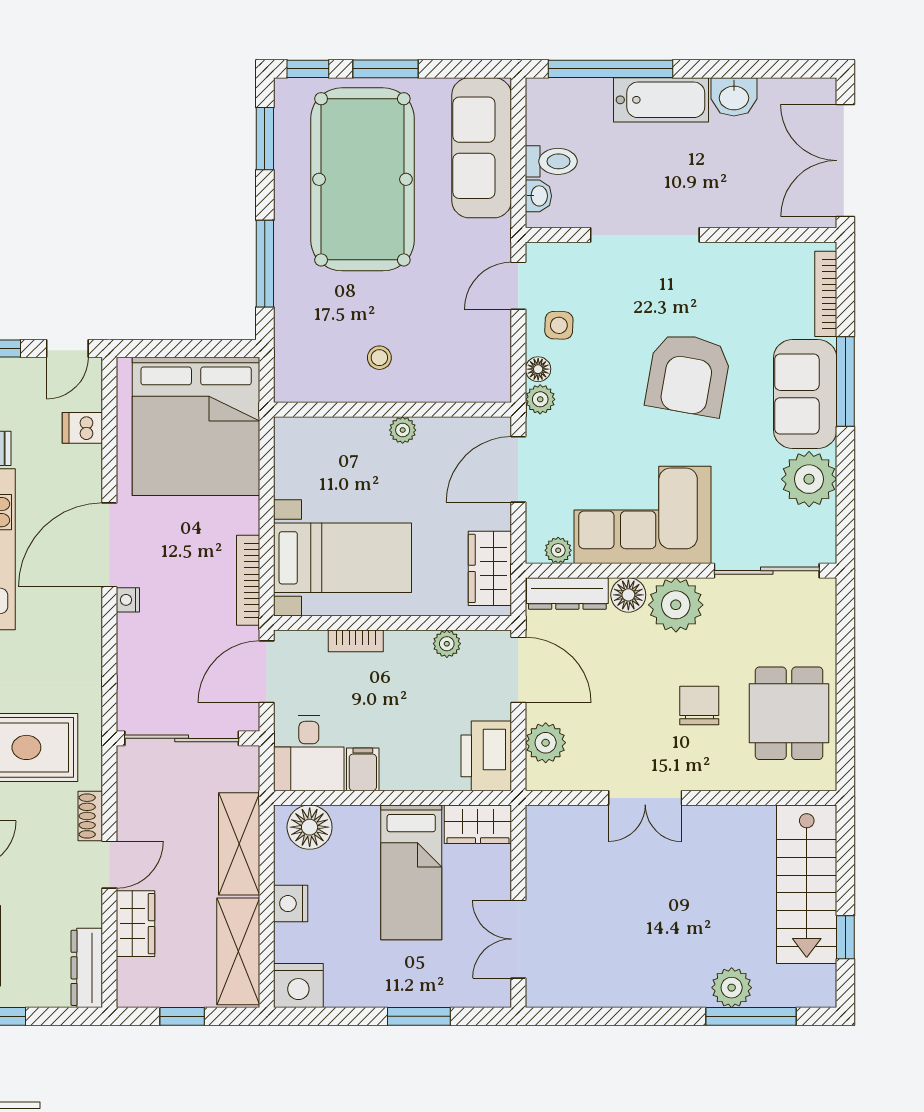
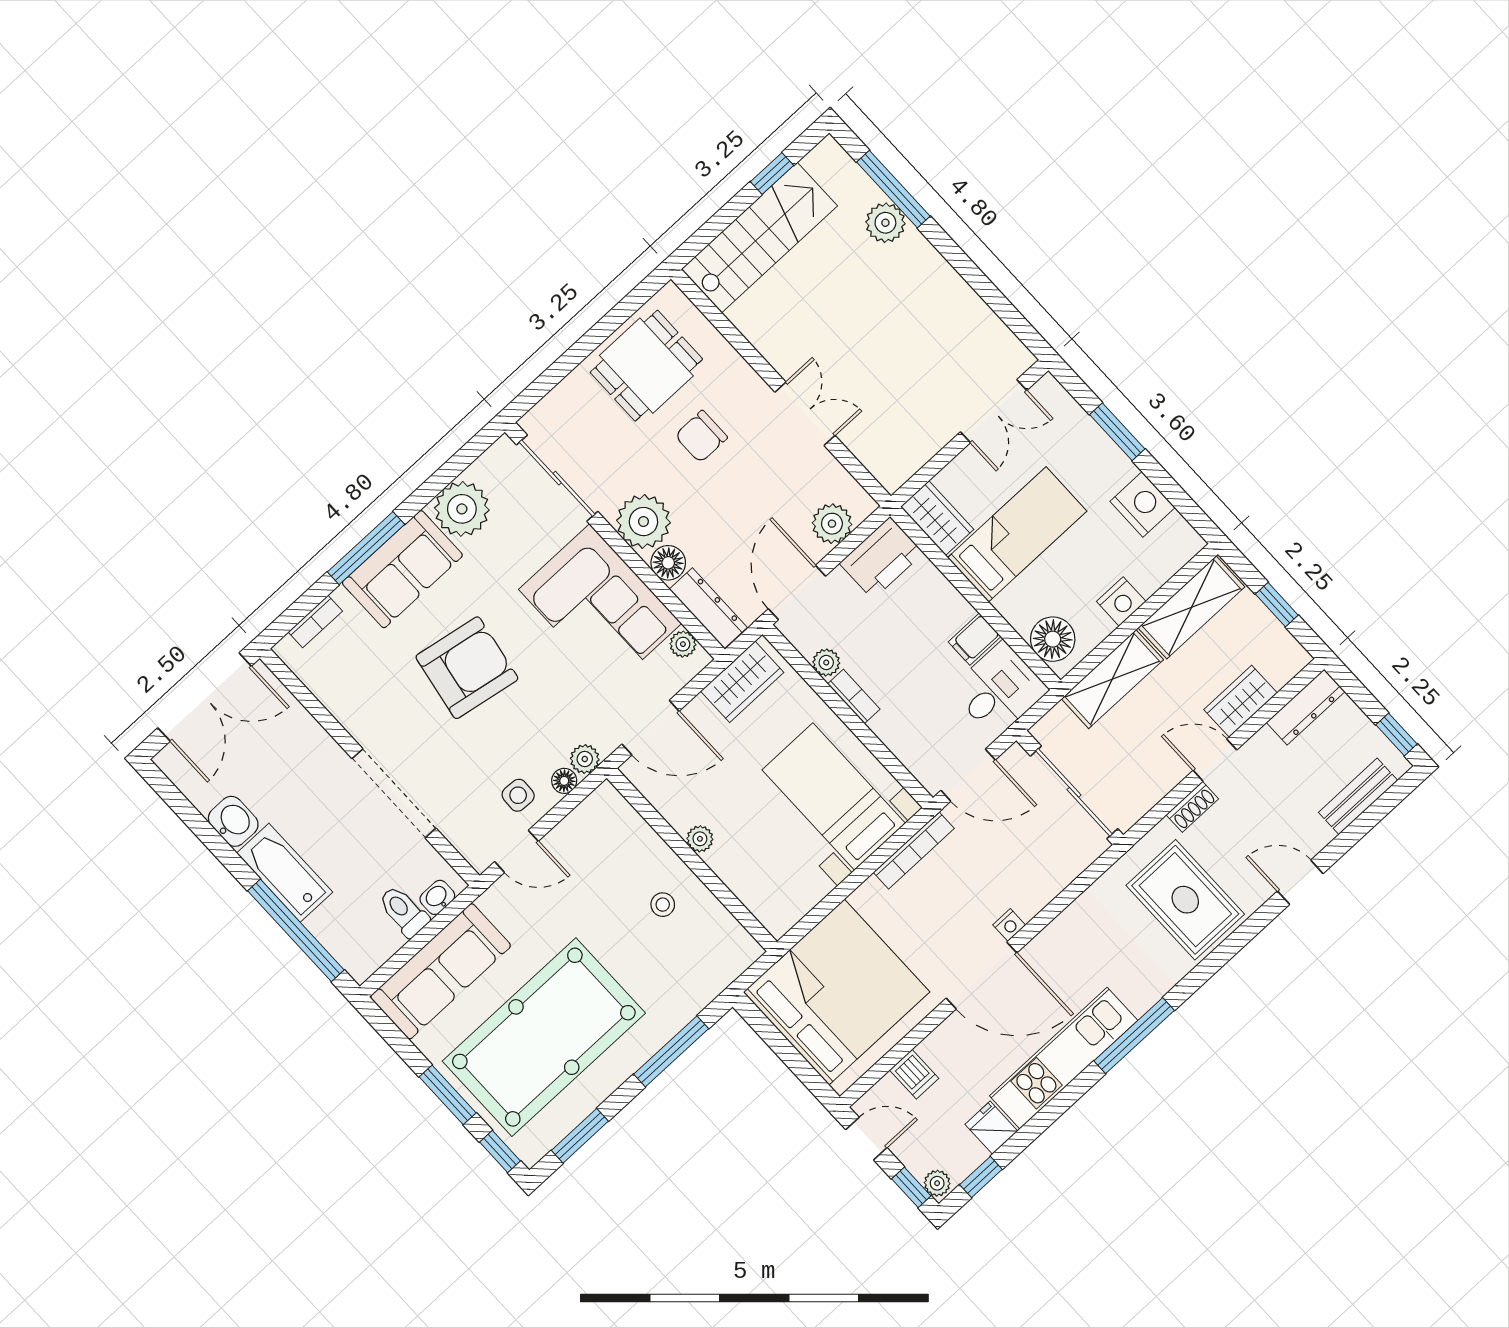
bookcase: (826, 294) -> (315, 621), width x0.64
bookcase: (356, 641) -> (854, 696), moved
nightstand: (298, 986) -> (1143, 504), moved

